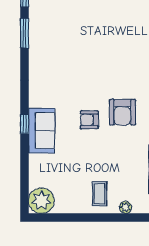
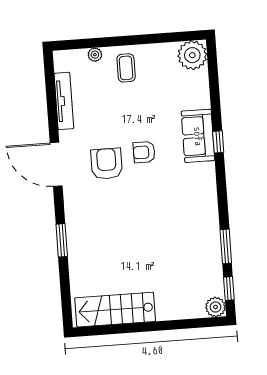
armchair: (89, 120) -> (144, 152), turned 180

